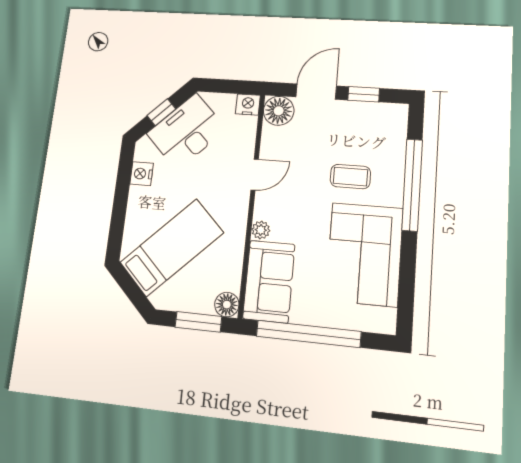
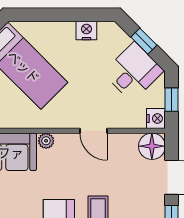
window: (229, 86) -> (172, 100), added
desk: (187, 131) -> (133, 72), width x0.73

